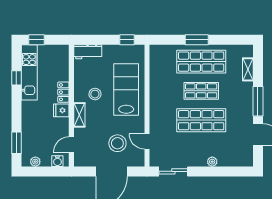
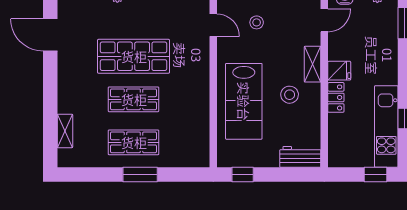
shop shelf: (201, 62) -> (134, 142), width x0.70, depth x0.74
window: (258, 101) -> (50, 84), removed
stool: (117, 143) -> (257, 22), width x0.53, depth x0.53

